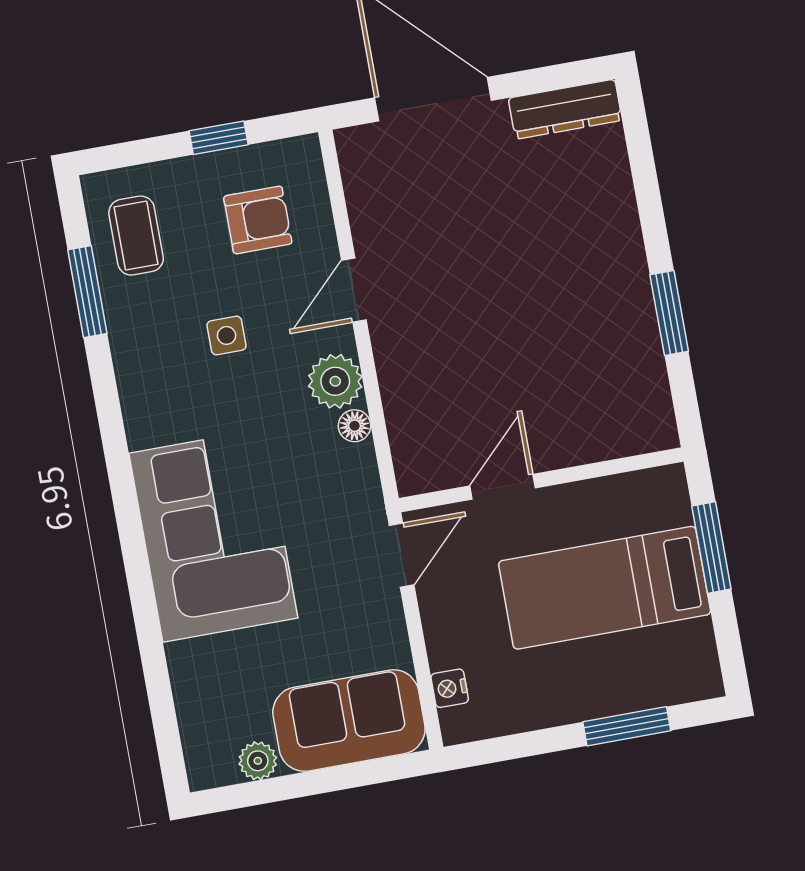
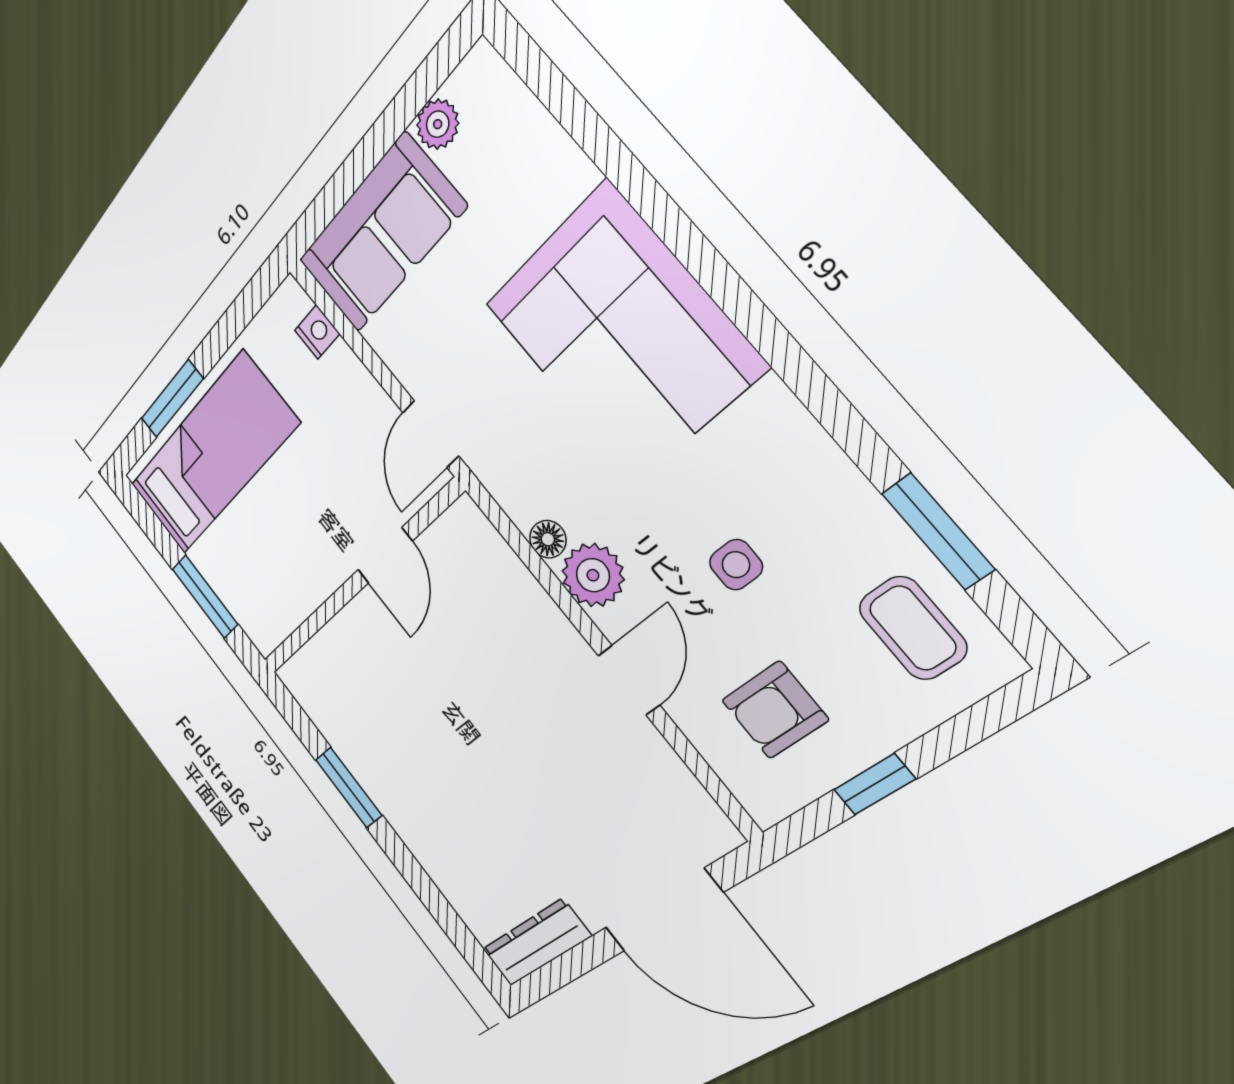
bed: (605, 588) -> (212, 455), moved

